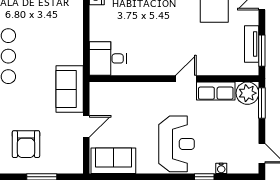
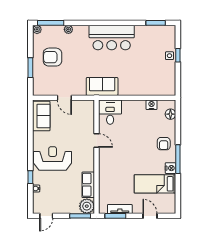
door: (186, 79) -> (97, 140), moved
sofa: (70, 89) -> (102, 86), moved
reception desk: (177, 144) -> (53, 158), turned 180

